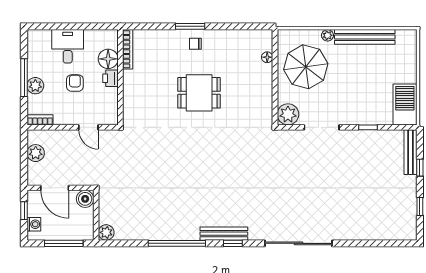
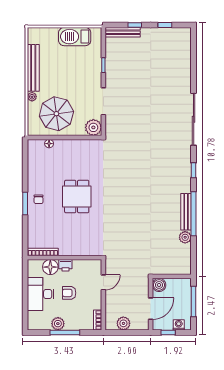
desk: (68, 46) -> (41, 294), width x1.37
plant: (35, 86) -> (58, 324), moved
barbecue: (405, 104) -> (75, 37), moved
plant: (106, 232) -> (185, 237), moved
bench: (224, 234) -> (186, 212), moved

